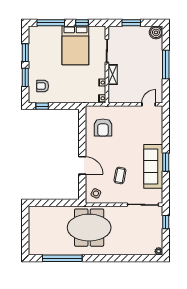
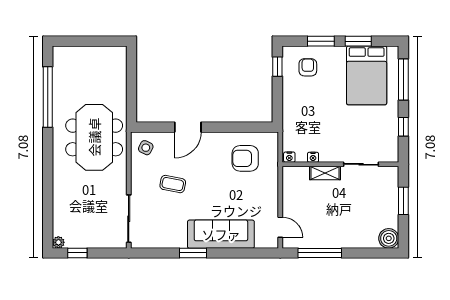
bed: (75, 45) -> (367, 75), moved, turned -90
window: (166, 64) -> (320, 253), moved
sofa: (153, 166) -> (221, 234), moved
window: (166, 222) -> (77, 253), moved

